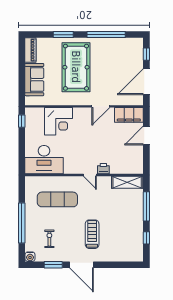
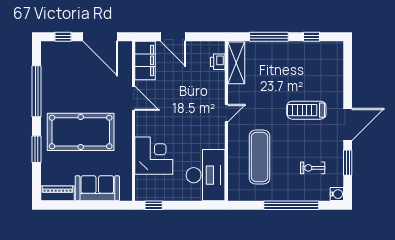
printer: (103, 169) -> (218, 62), moved

